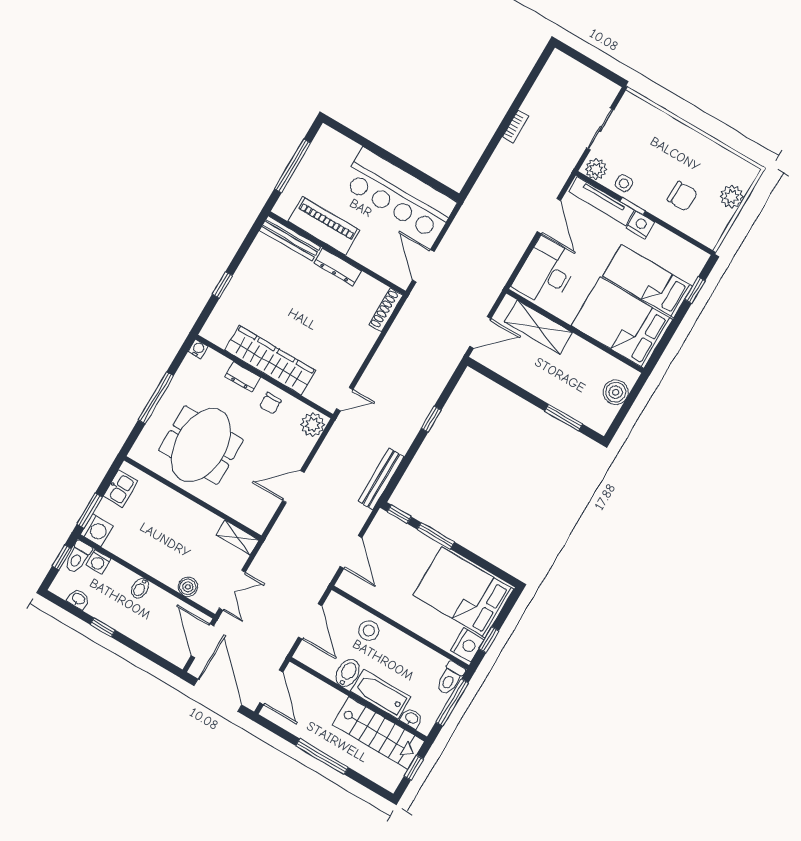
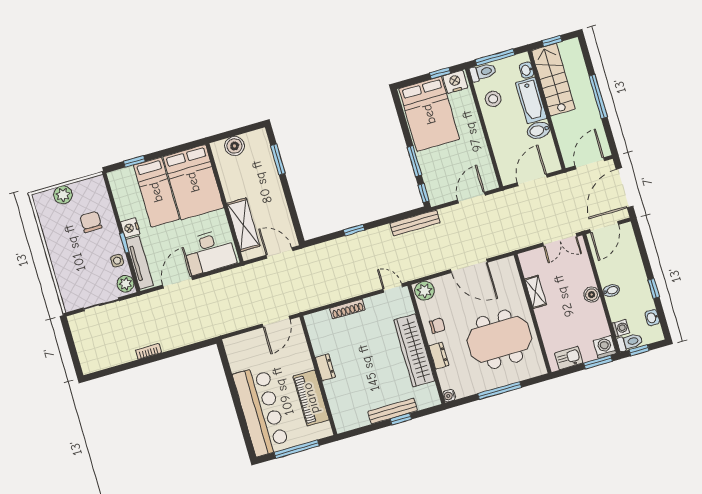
bar counter: (399, 194) -> (261, 411), moved
bench: (290, 238) -> (393, 411), moved, turned 90
dresser: (338, 267) -> (325, 367), width x0.70
shoe rack: (386, 310) -> (347, 309), moved
door: (293, 487) -> (469, 266), width x1.36
shelving: (238, 538) -> (536, 292), moved
boiler: (188, 587) -> (592, 295), moved
double door: (232, 590) -> (560, 240), swing flipped
stool: (369, 631) -> (493, 99), moved

